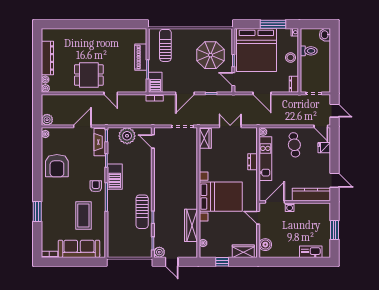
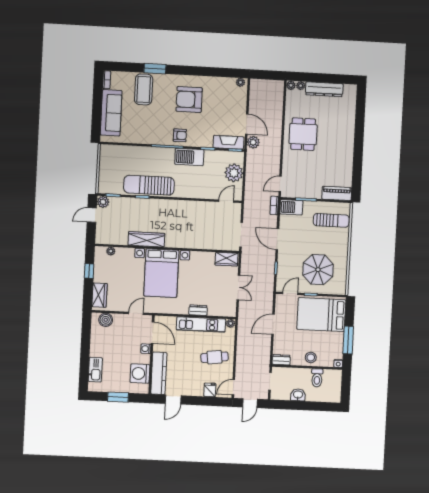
washbasin: (325, 35) -> (298, 395), moved
bed: (256, 50) -> (321, 315), width x0.73
piano: (141, 57) -> (337, 193), moved
door: (111, 93) -> (280, 184), moved
plant: (47, 120) -> (253, 142), moved
armchair: (57, 166) -> (189, 99), moved
washing machine: (312, 211) -> (140, 374), added
sun lounger: (142, 212) -> (149, 185), width x1.36, depth x1.34
coffee table: (83, 216) -> (144, 89), moved, turned 90
wardrobe: (191, 225) -> (146, 239), moved

